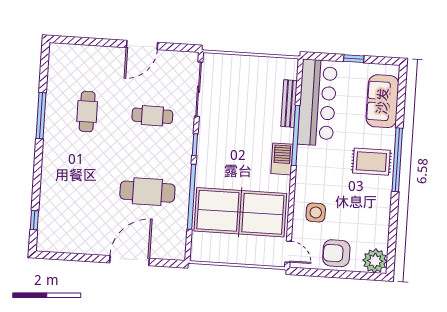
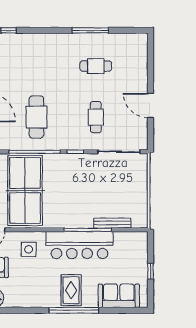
bar counter: (317, 103) -> (79, 245), moved
barbecue: (282, 159) -> (69, 220), removed

